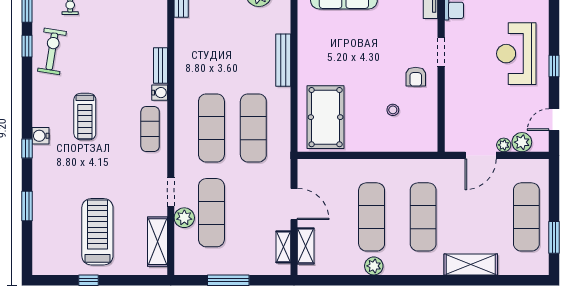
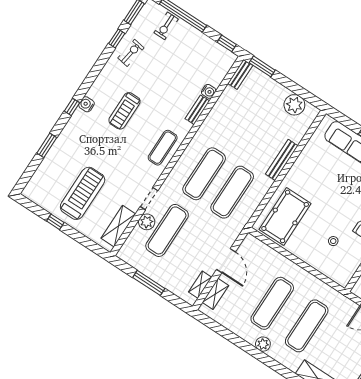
exercise bike: (52, 51) -> (131, 53), width x0.73, depth x0.72
water cooler: (160, 93) -> (209, 91), moved
plant: (374, 266) -> (263, 344), moved

